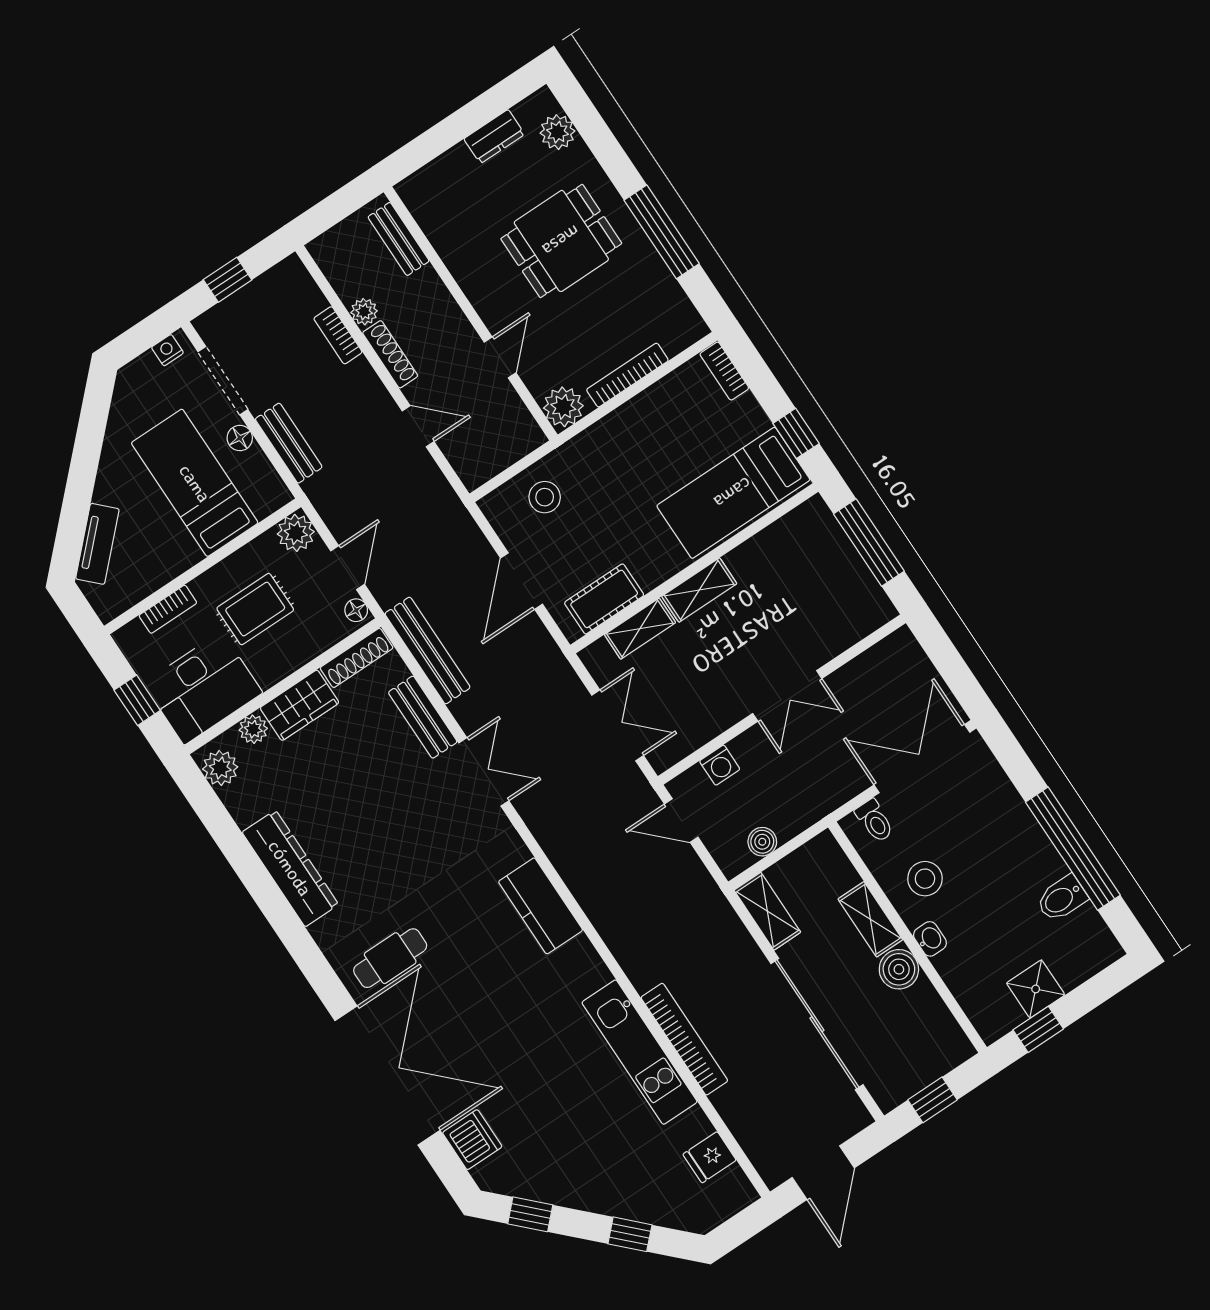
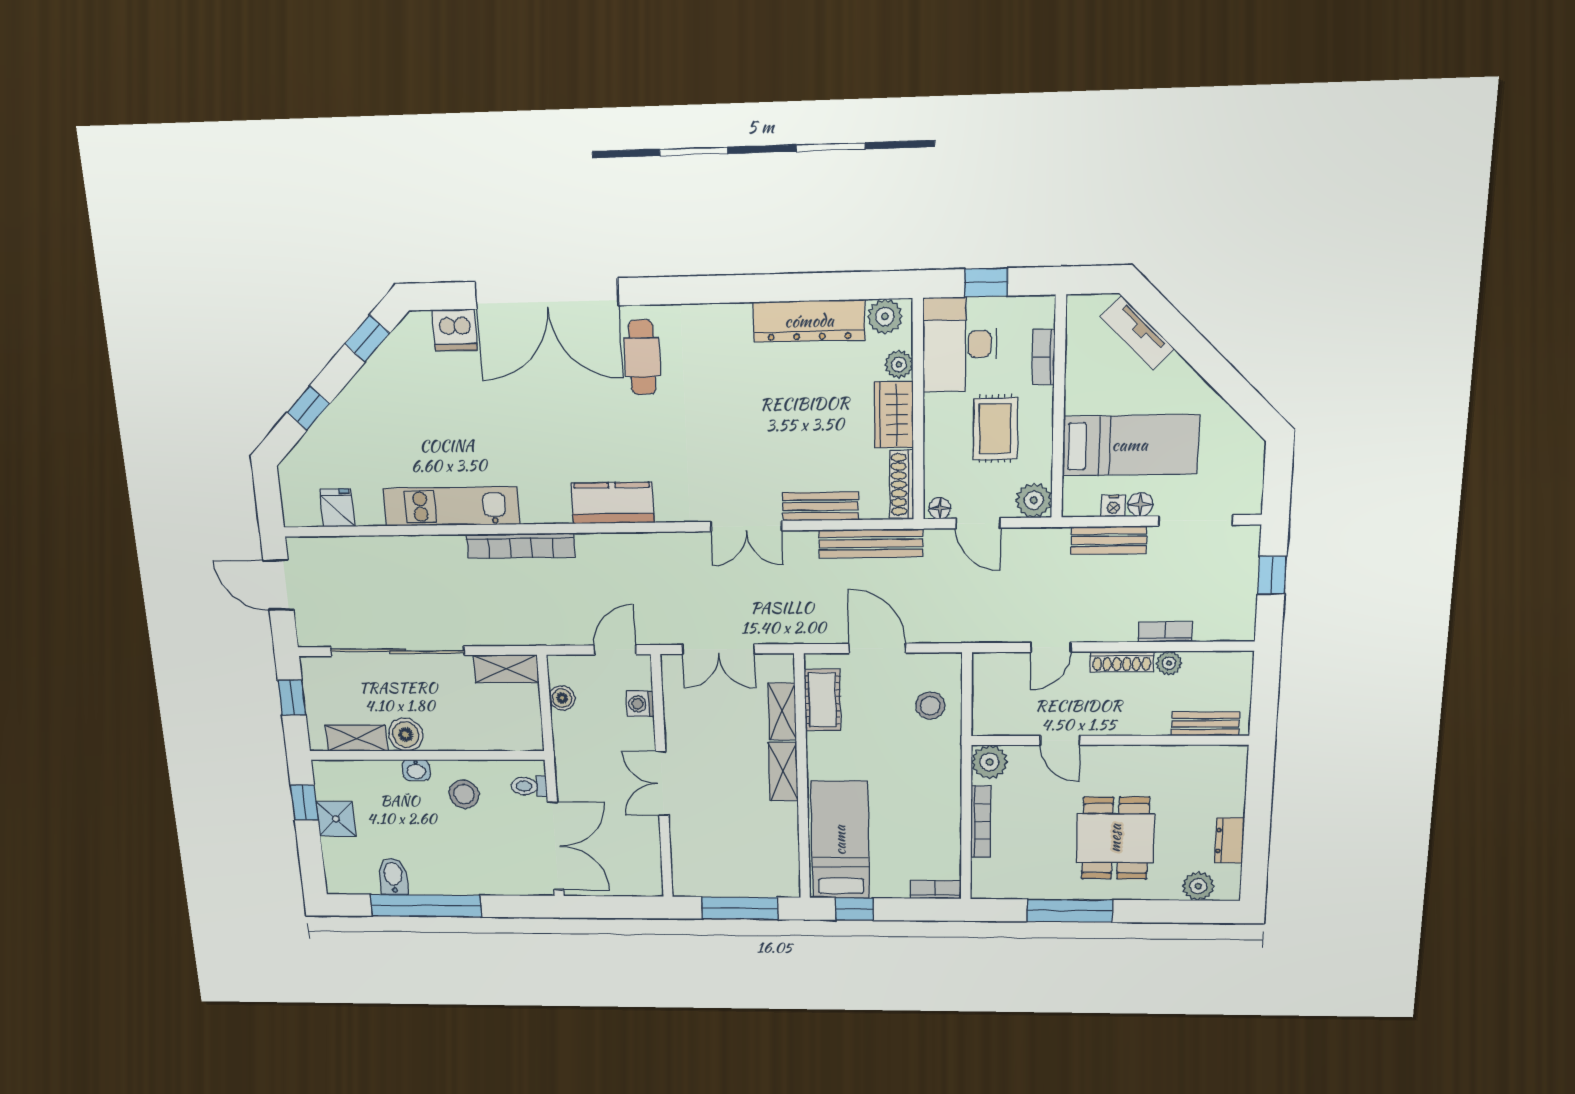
nightstand: (167, 350) -> (1113, 506), moved, turned 90
dresser: (290, 868) -> (809, 321), moved
shelving: (870, 919) -> (357, 738), moved
bookcase: (684, 1039) -> (521, 546), moved

